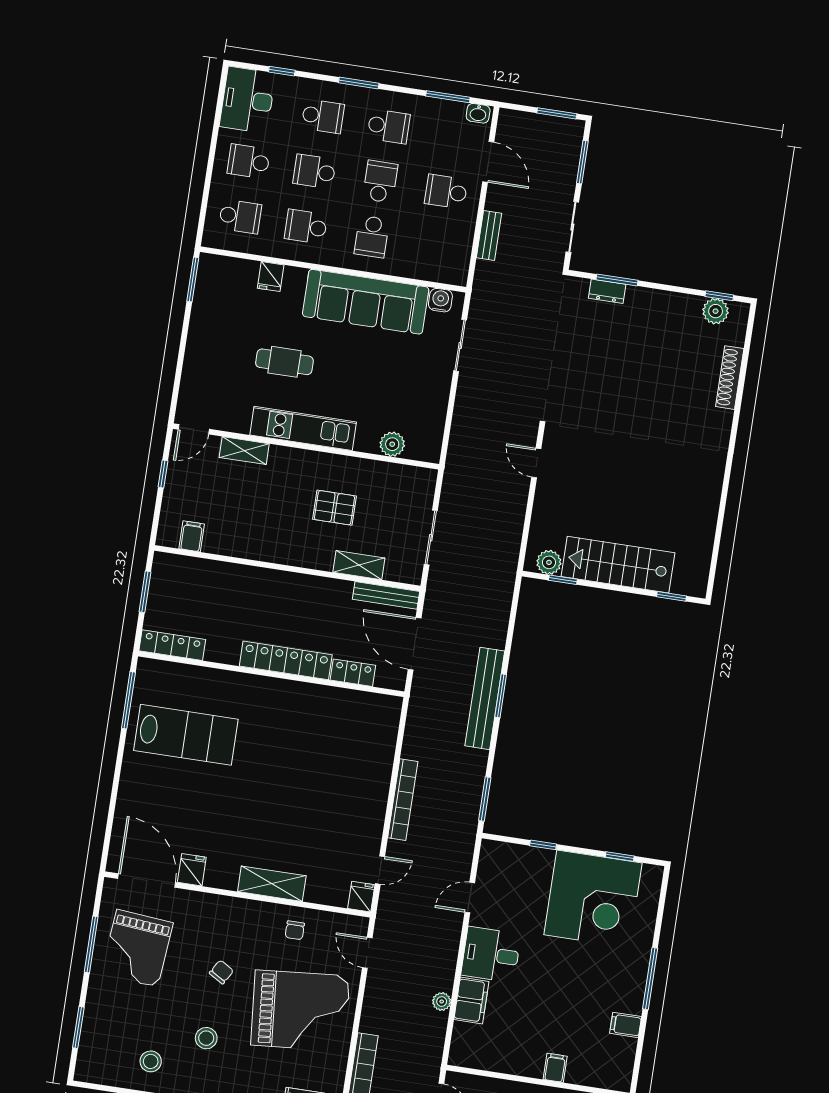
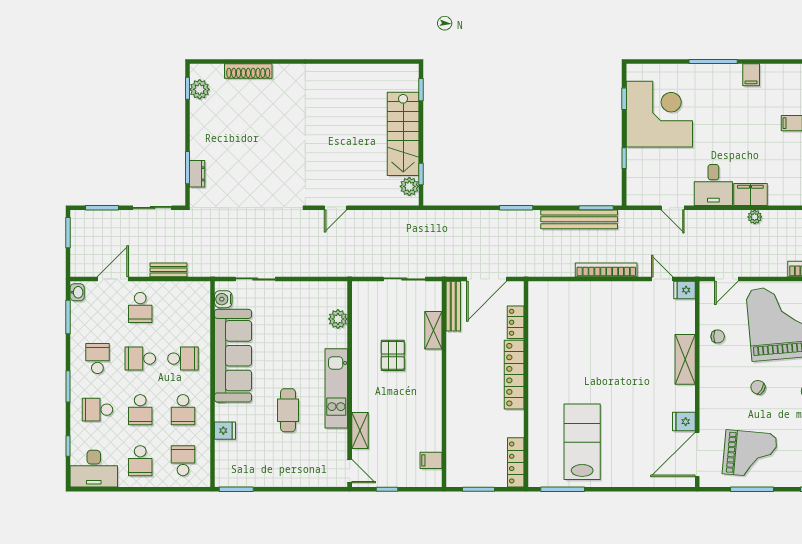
school desk: (323, 116) -> (97, 410), turned -90
bench: (485, 698) -> (579, 219), moved

